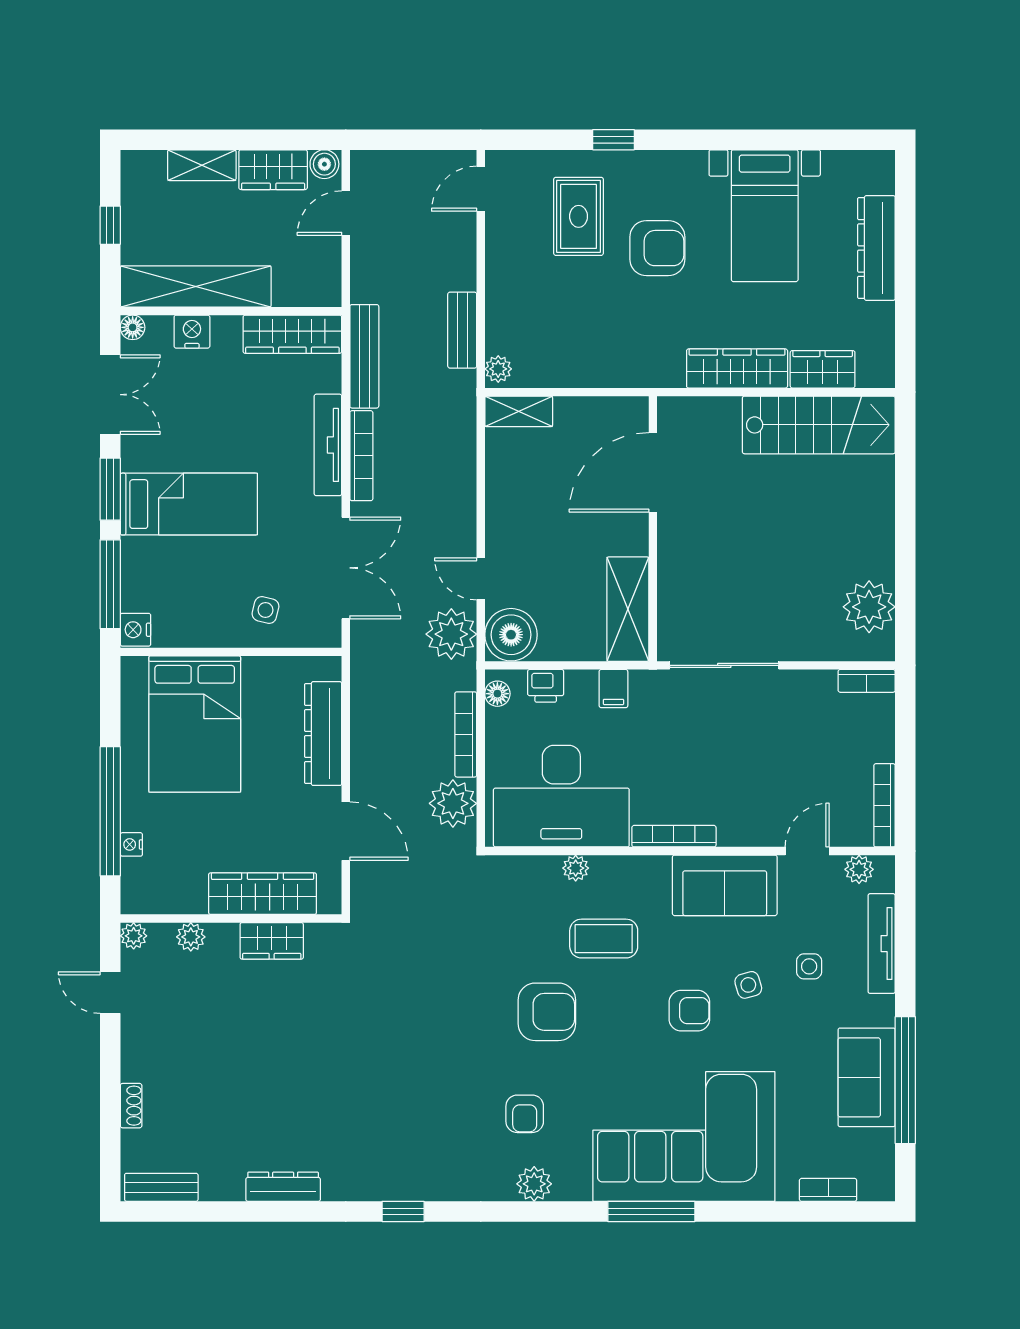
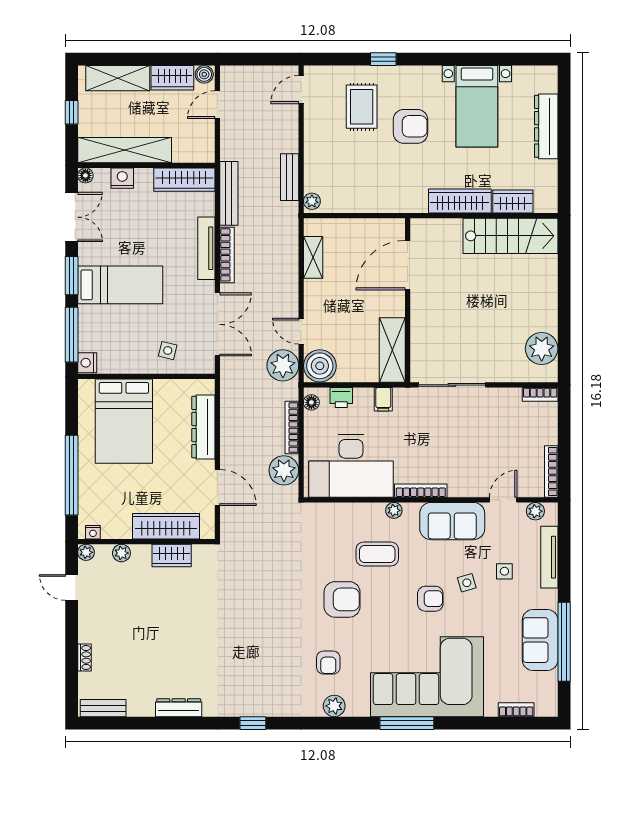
shelving: (202, 165) -> (118, 78), width x1.50, depth x1.33
shelving: (519, 411) -> (313, 257), moved, turned 90
nightstand: (131, 844) -> (93, 532), moved, turned -90
plant: (576, 868) -> (394, 510), moved

